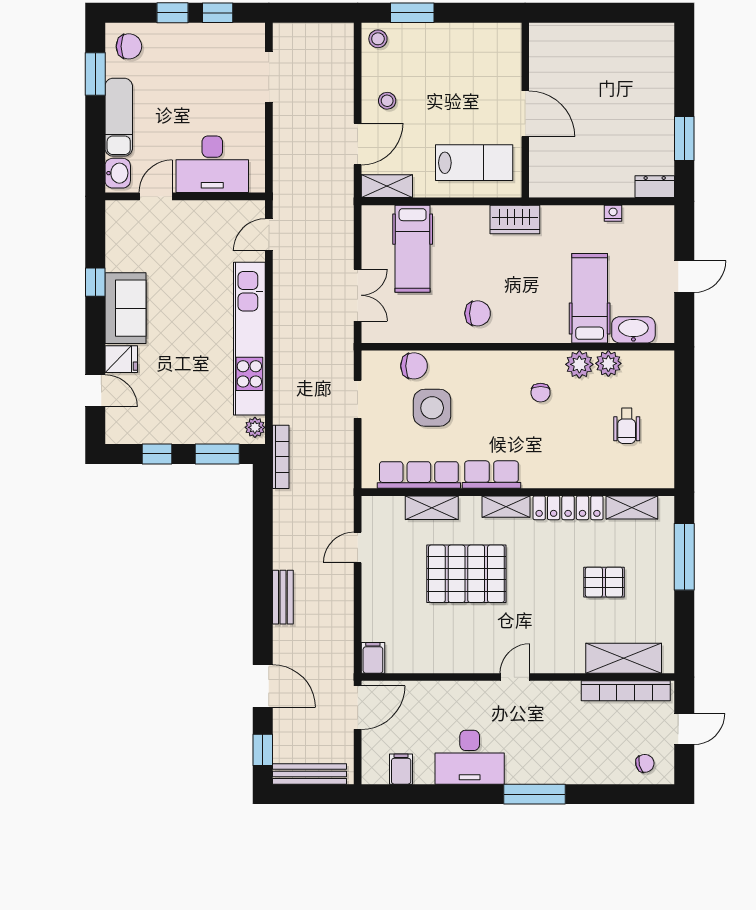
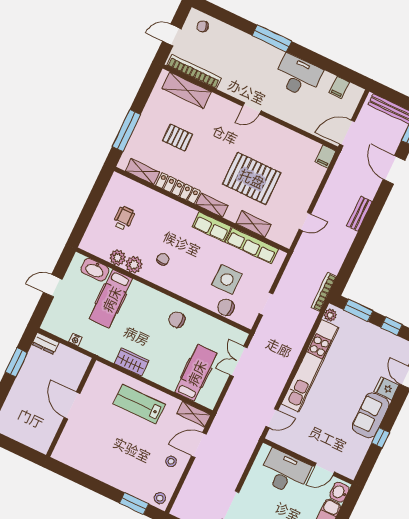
wall: (525, 110) -> (71, 408), moved
door: (525, 114) -> (72, 406), moved

